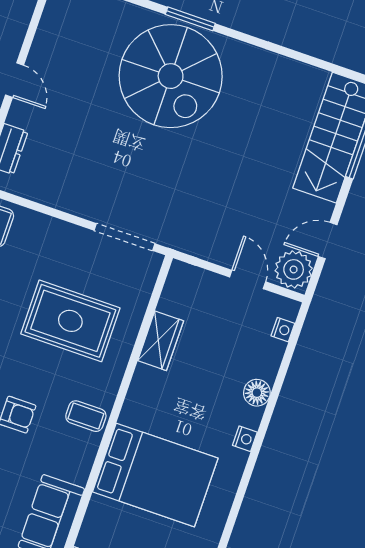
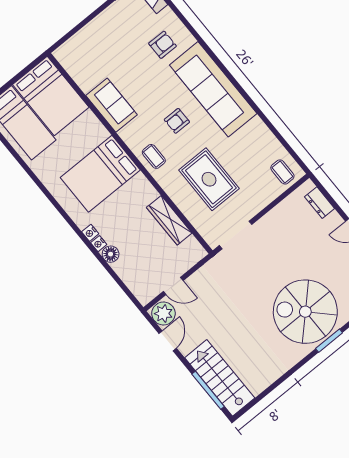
rug: (70, 321) -> (209, 179), turned 90
nightstand: (283, 330) -> (99, 244), moved
wardrobe: (161, 341) -> (169, 220), width x1.50
coffee table: (86, 416) -> (154, 156), turned 90

